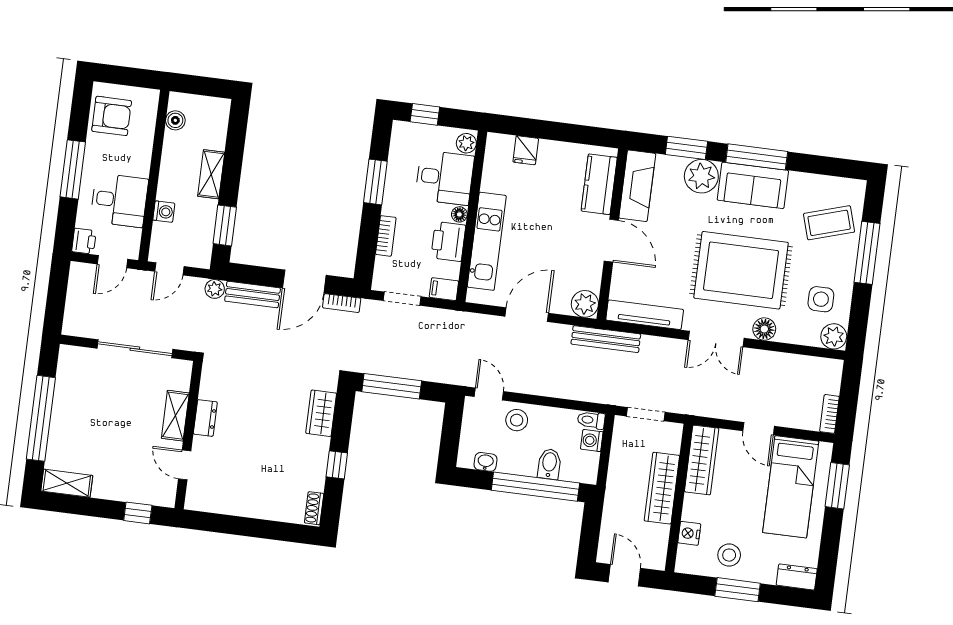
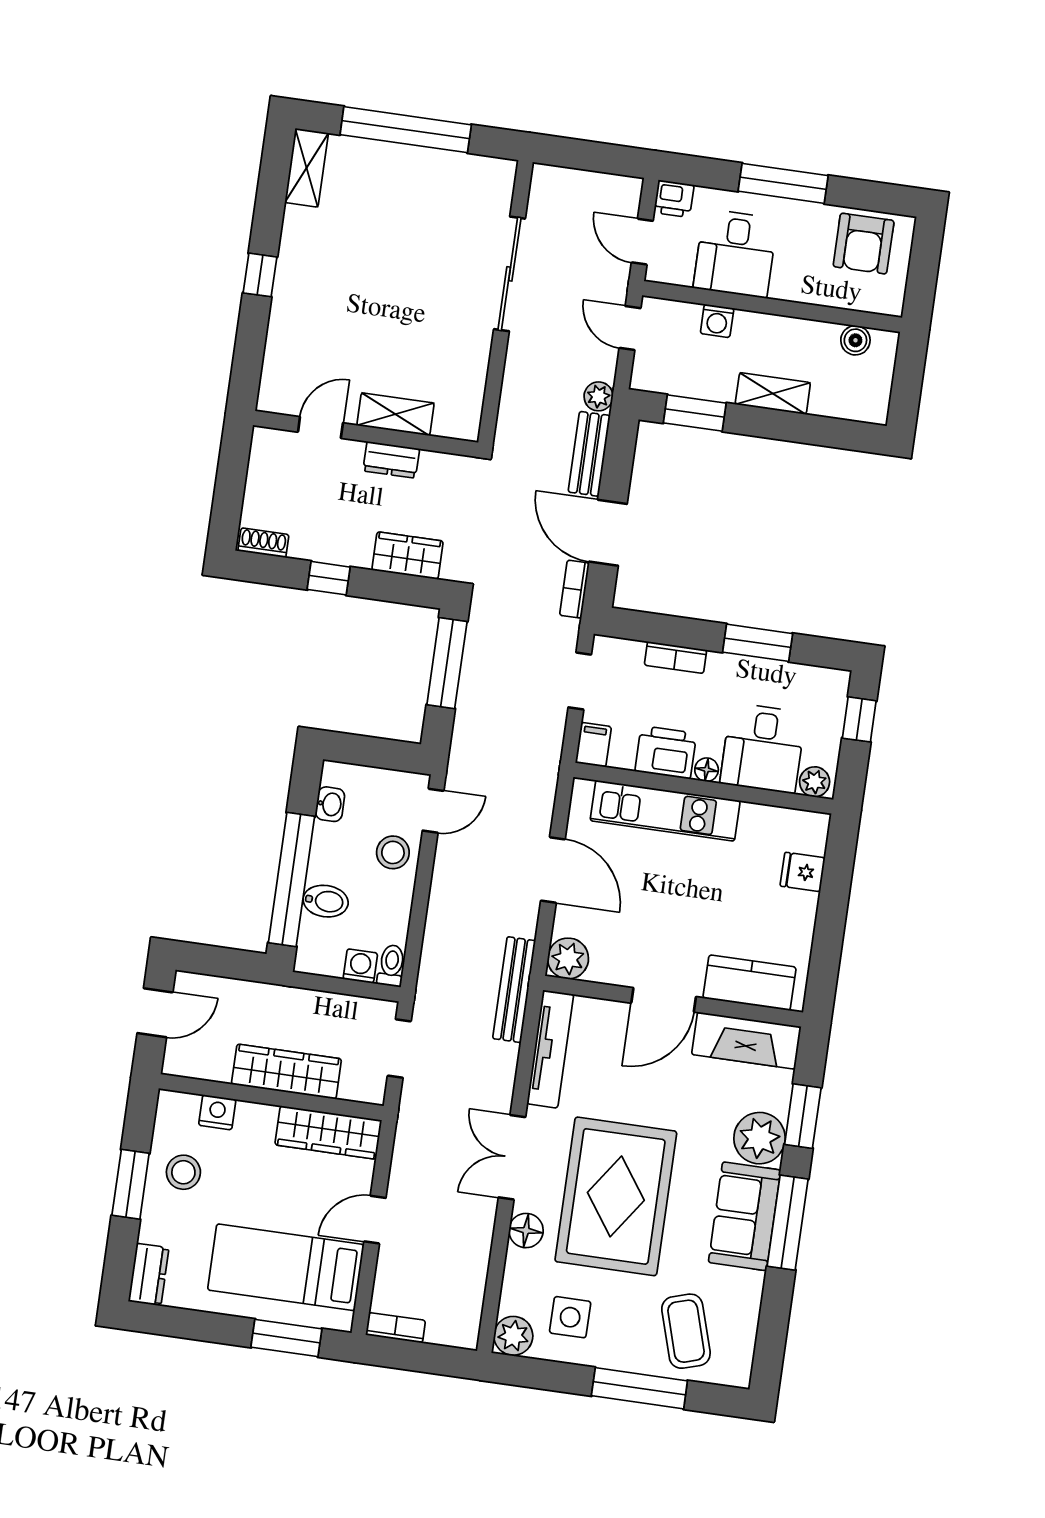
shelving: (175, 416) -> (395, 414), moved
dresser: (205, 418) -> (391, 460), moved
wall: (188, 435) -> (366, 434), moved
door: (185, 465) -> (320, 427), moved

